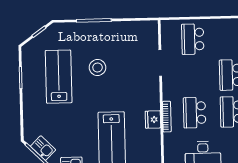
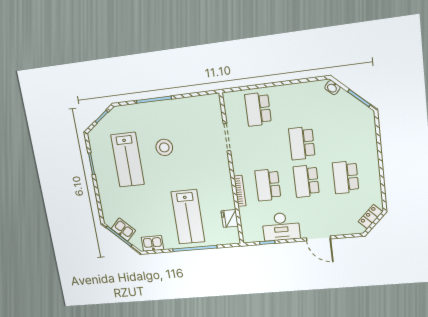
lab bench: (59, 77) -> (128, 160), turned 180
fridge: (153, 120) -> (230, 218), moved

